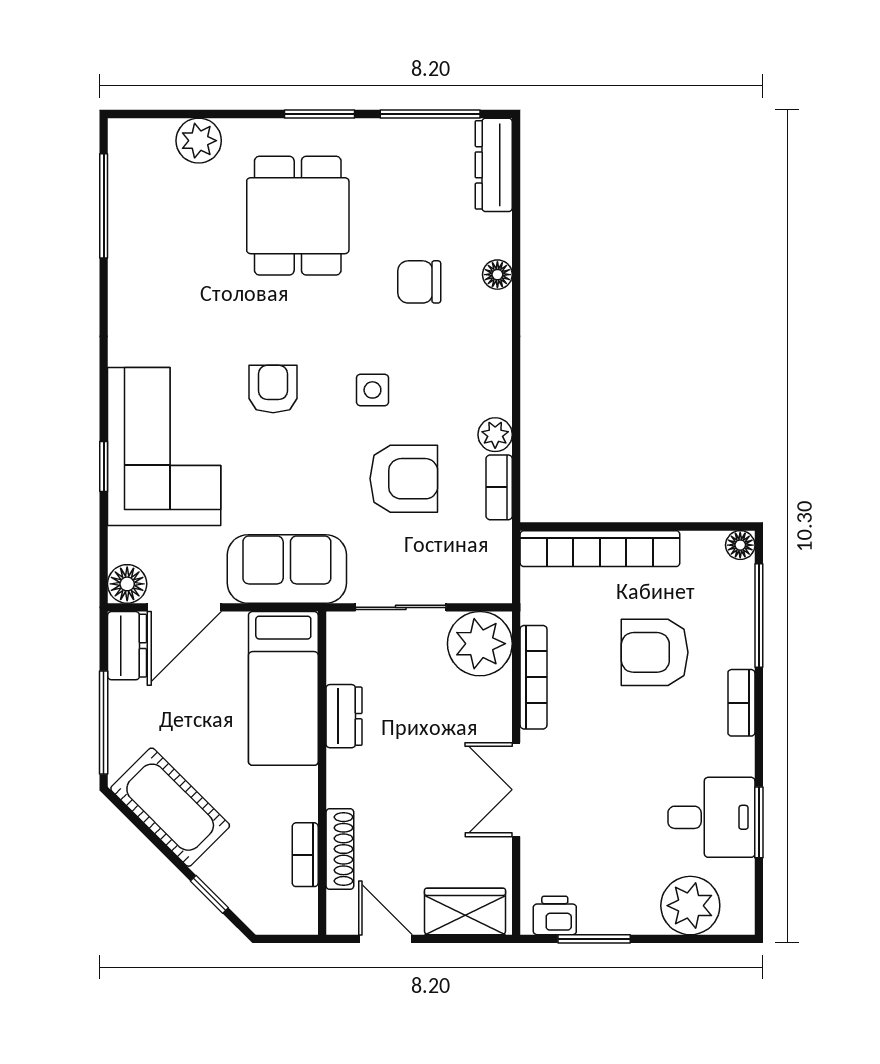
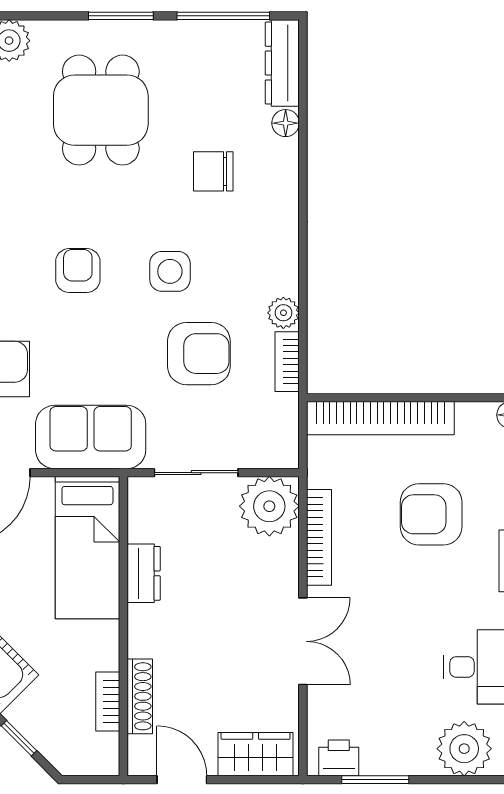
floor lamp: (497, 275) -> (286, 123), moved
side table: (372, 390) -> (170, 271), width x1.37, depth x1.37
double door: (516, 790) -> (303, 641), swing flipped

